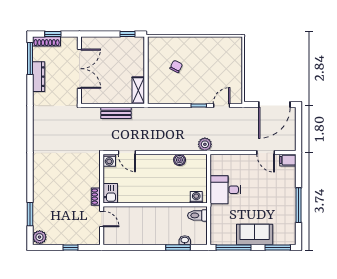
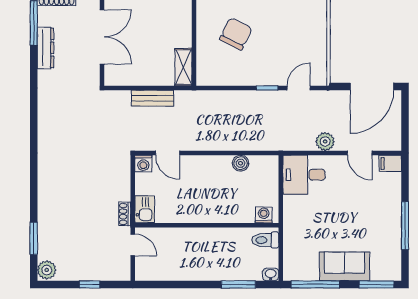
chair: (176, 66) -> (236, 34), width x1.87, depth x1.87
plant: (205, 144) -> (325, 142), moved
desk: (225, 190) -> (304, 175), moved
washbasin: (185, 240) -> (271, 274), moved

